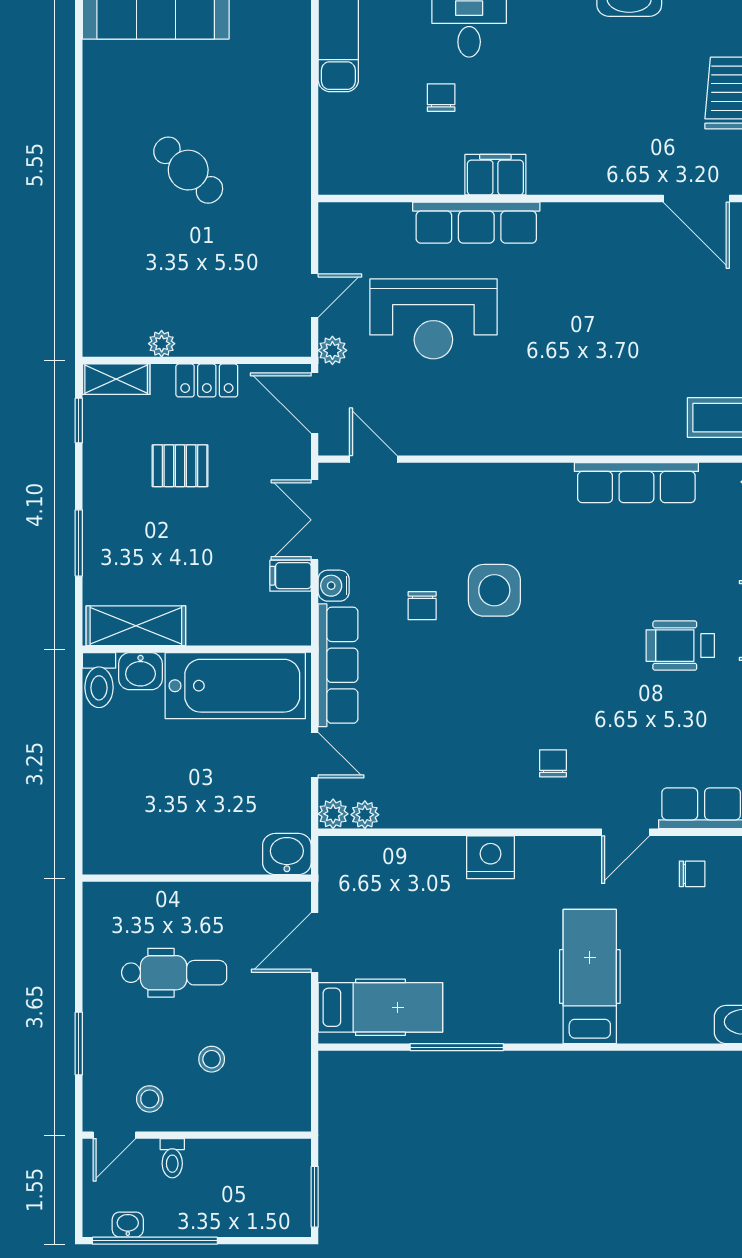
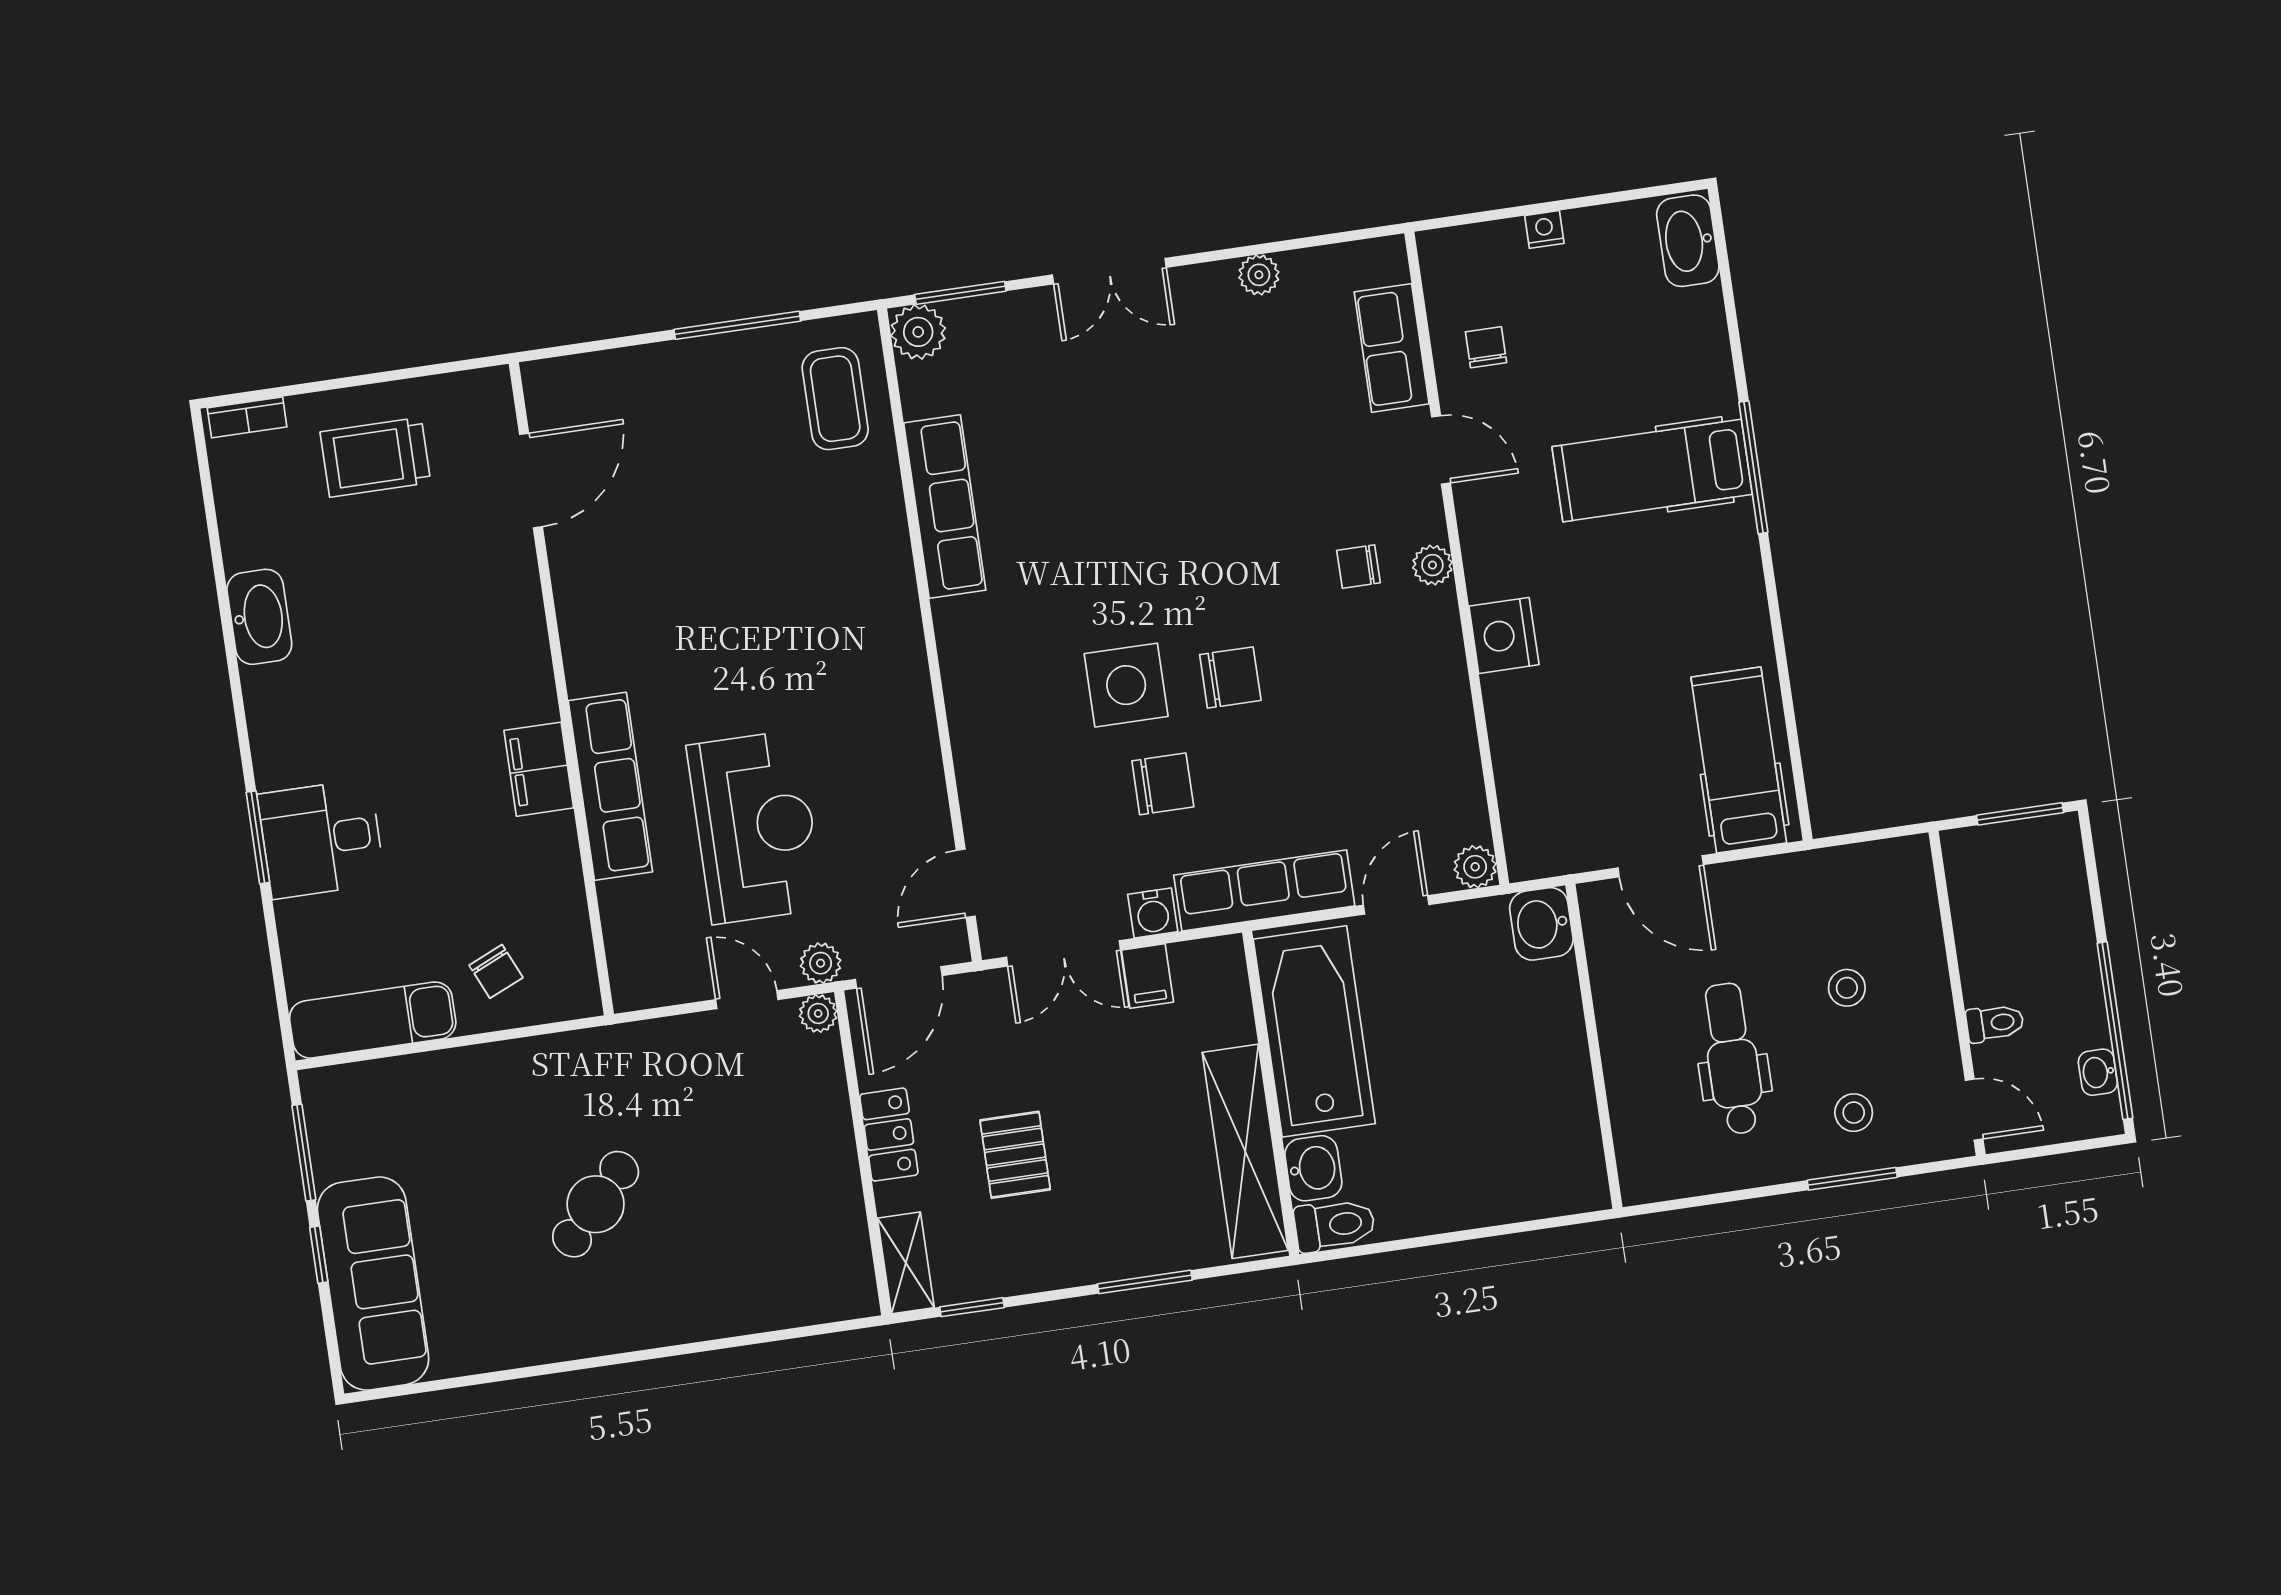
chair: (441, 98) -> (496, 971), moved, turned -114
plant: (162, 344) -> (818, 1013), moved
chair: (422, 606) -> (1163, 784), width x1.37, depth x1.37
shelving: (136, 626) -> (1245, 1151), width x1.47
wheelchair: (680, 646) -> (1166, 411), removed
chair: (489, 663) -> (1230, 677), added
plant: (365, 815) -> (1432, 565), moved
window: (457, 1047) -> (1753, 467), moved
stool: (150, 1099) -> (1854, 1113), moved

